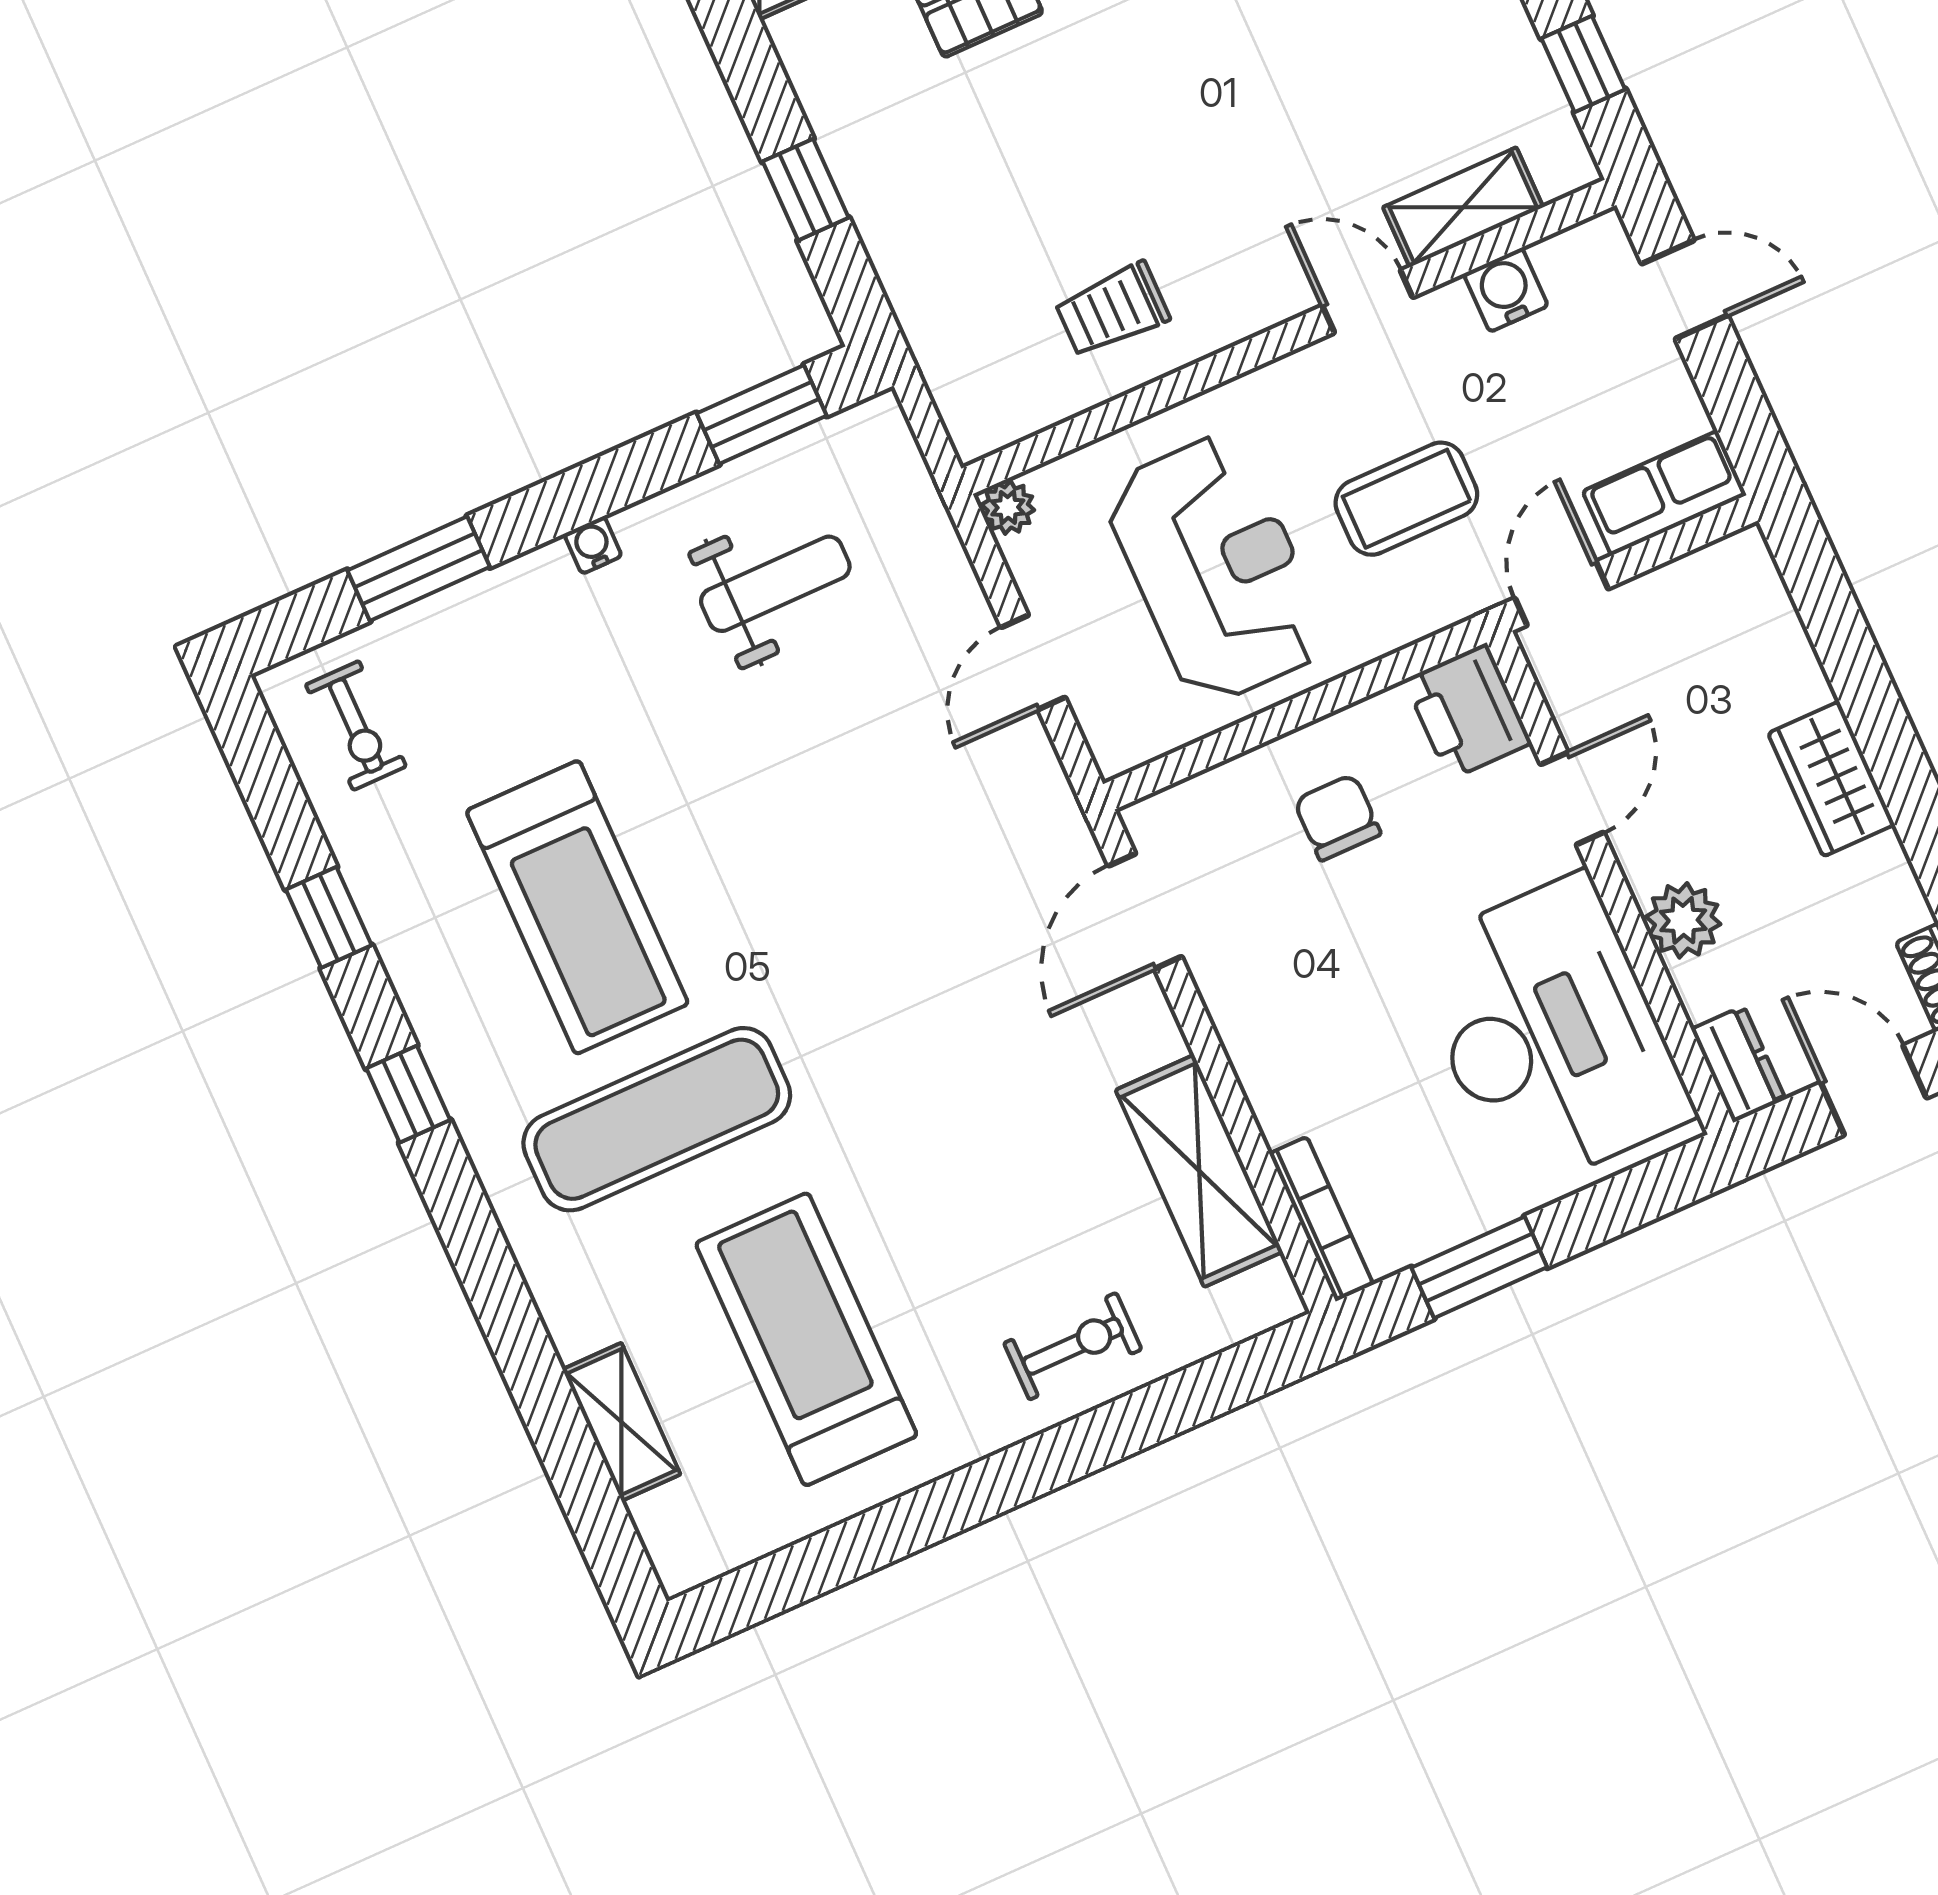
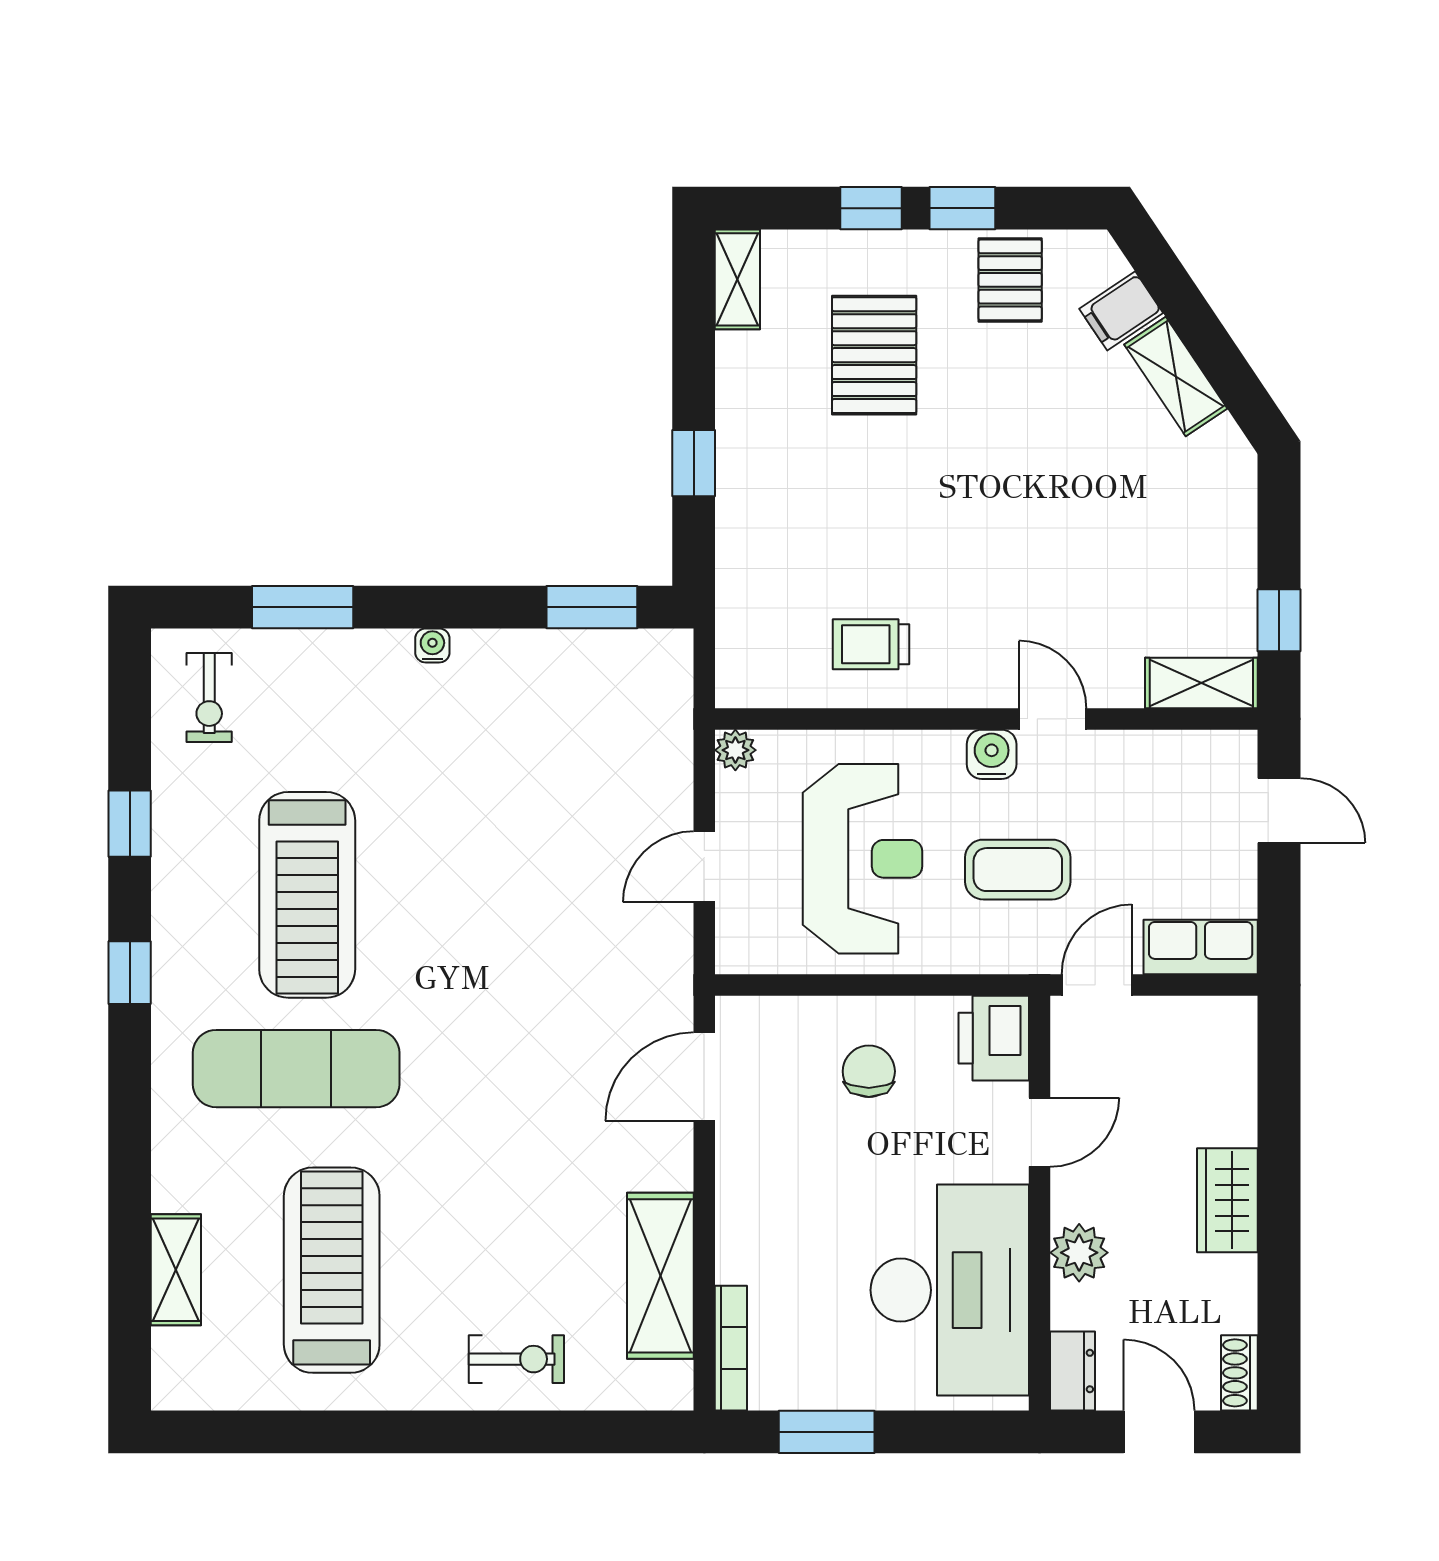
shelving: (1463, 207) -> (1201, 683), moved
water cooler: (1506, 290) -> (992, 754), moved
weight bench: (775, 584) -> (548, 730), removed

